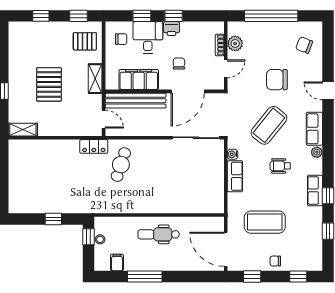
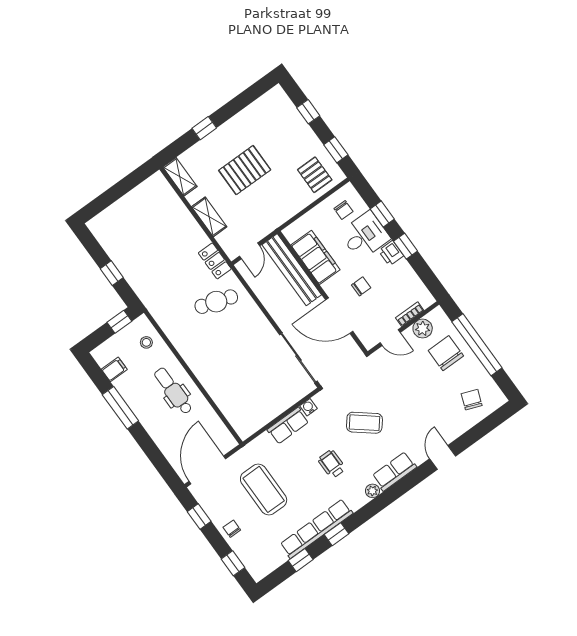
shelving: (95, 79) -> (209, 217), moved, turned 90
chair: (277, 80) -> (446, 353), moved
coffee table: (269, 125) -> (364, 423), width x0.73, depth x0.76
row of seats: (315, 190) -> (316, 529), width x2.02
stool: (100, 239) -> (146, 342), moved

